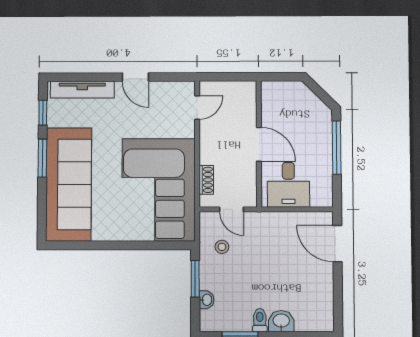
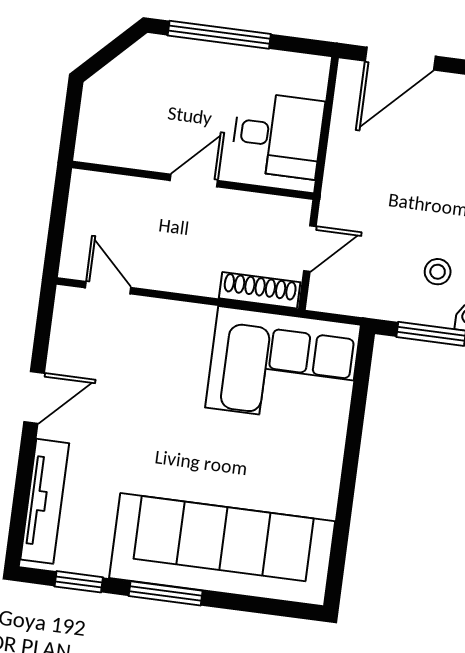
door: (259, 144) -> (194, 180), width x0.73
shoe rack: (206, 180) -> (260, 290), width x1.43
corner sofa: (159, 190) -> (283, 366), width x0.73, depth x0.74
stool: (222, 247) -> (438, 272), moved

